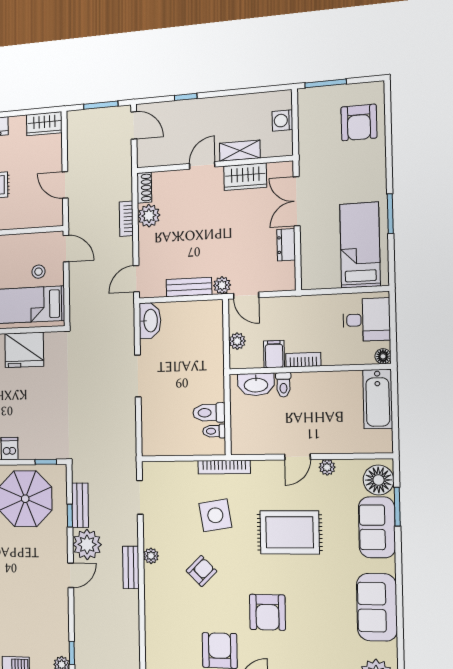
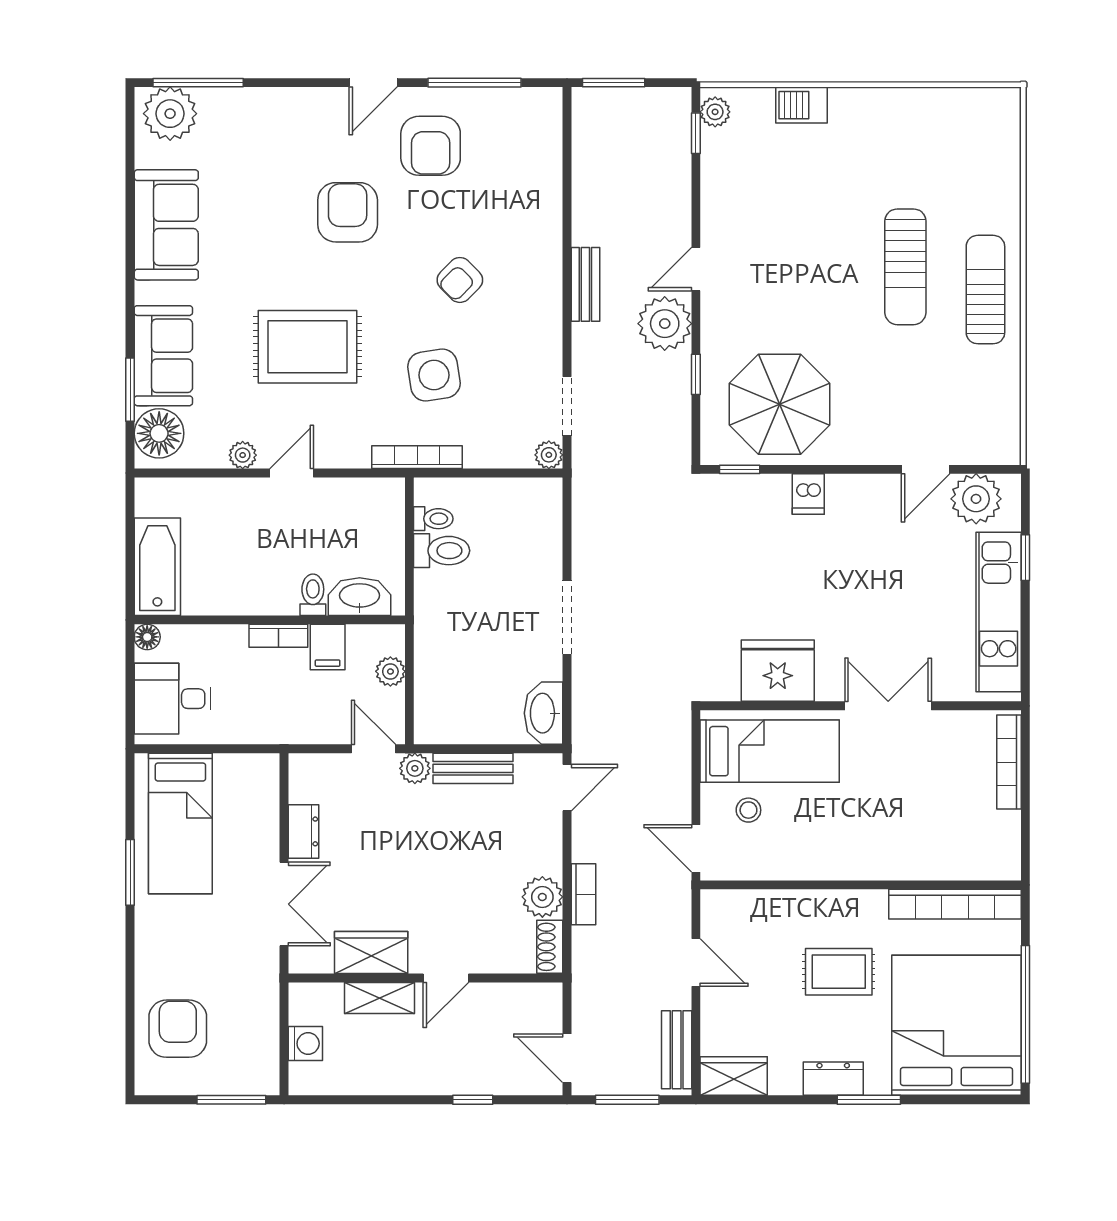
bench: (80, 505) -> (677, 1050), moved
plant: (151, 556) -> (549, 455), moved

